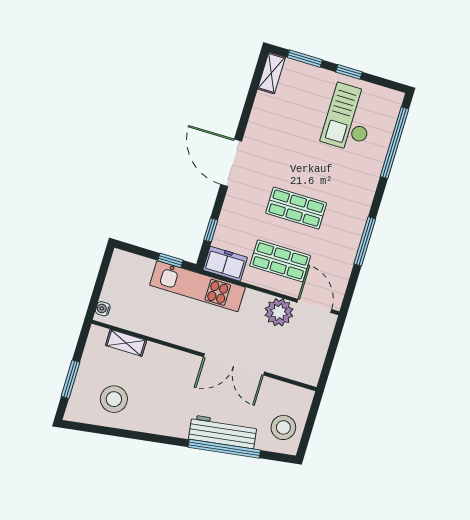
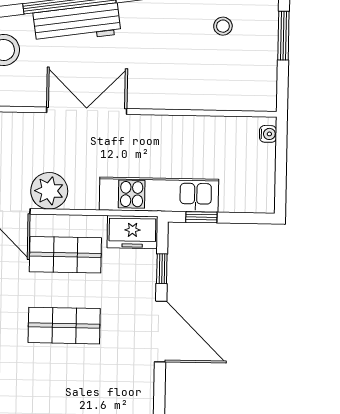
door: (231, 163) -> (161, 331), moved
shelving: (126, 343) -> (227, 100), removed
stool: (114, 399) -> (223, 26), width x0.53, depth x0.53

